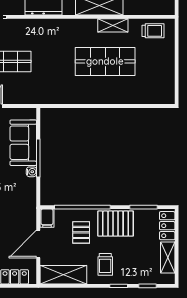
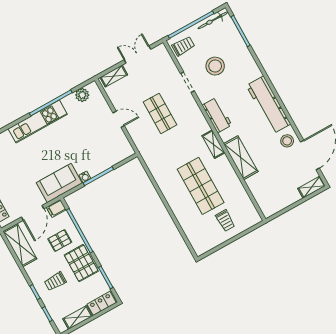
shelving: (113, 25) -> (213, 144), moved
trolley: (153, 31) -> (225, 221), moved
sofa: (23, 143) -> (59, 183), moved
door: (38, 244) -> (33, 213), swing flipped
trolley: (105, 264) -> (55, 281), moved

